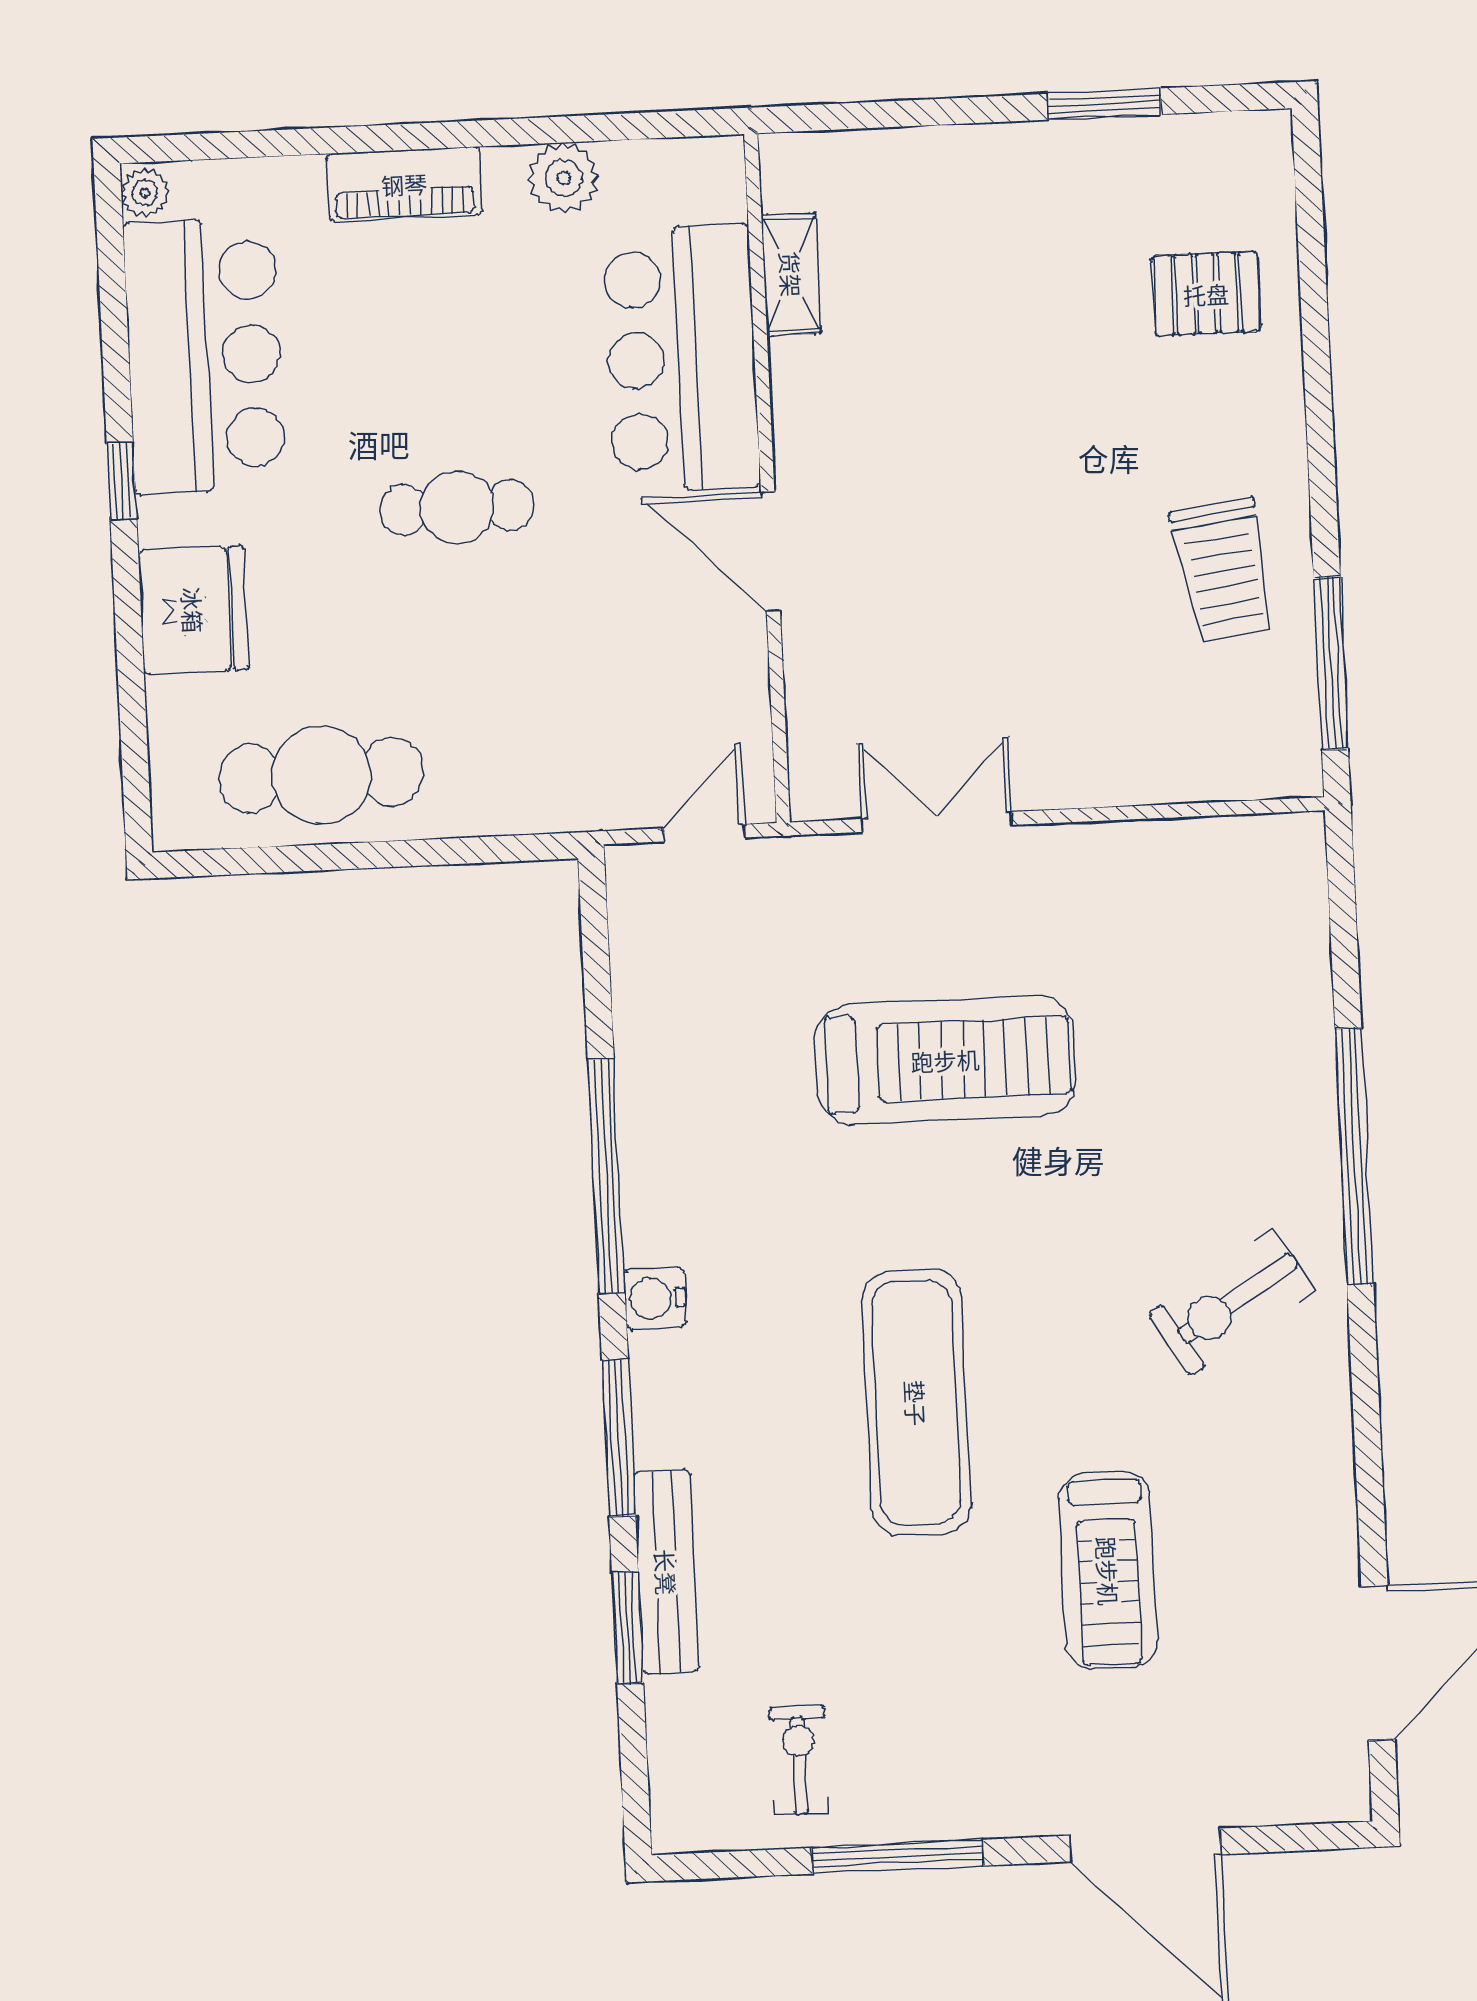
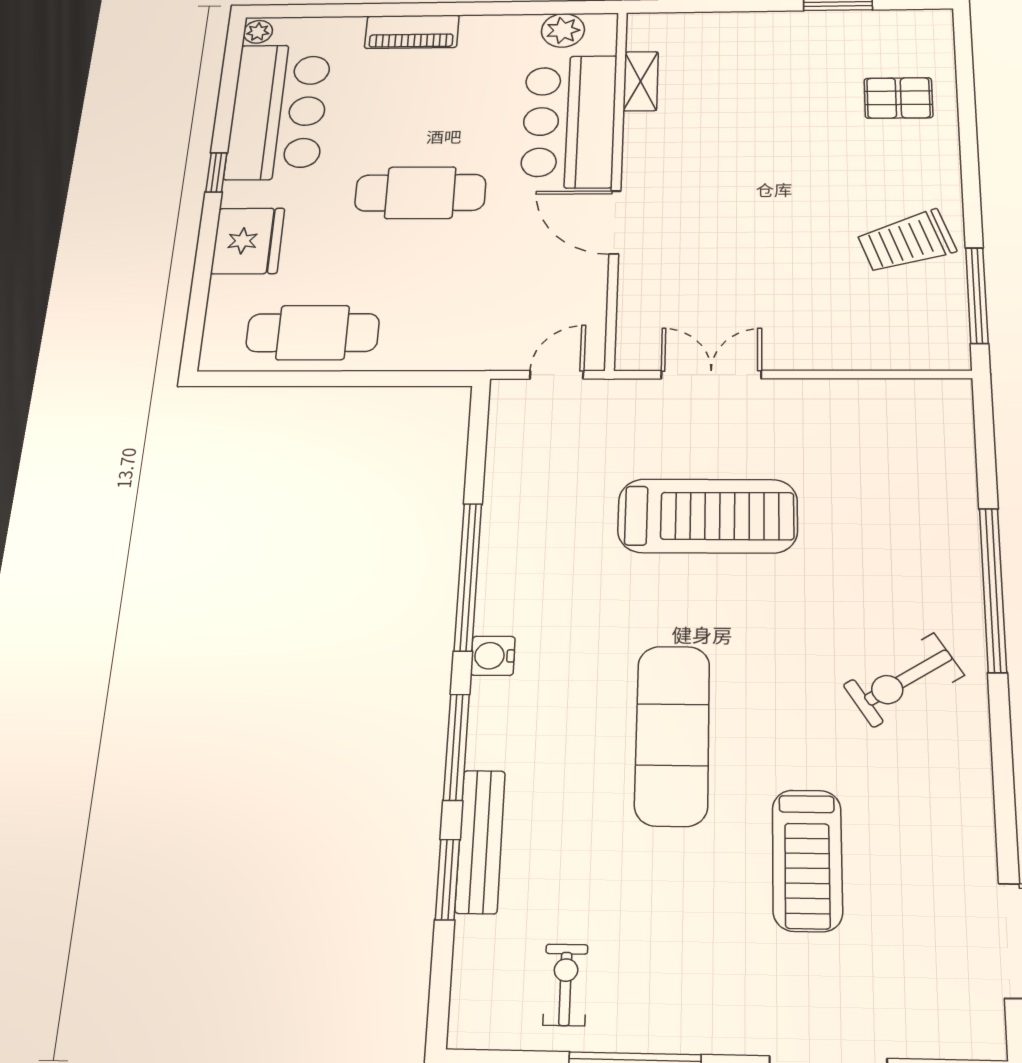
plant: (564, 178) -> (563, 30), moved
cafe table: (457, 507) -> (420, 193), width x1.37, depth x1.35
trolley: (1223, 570) -> (906, 242), turned 79

